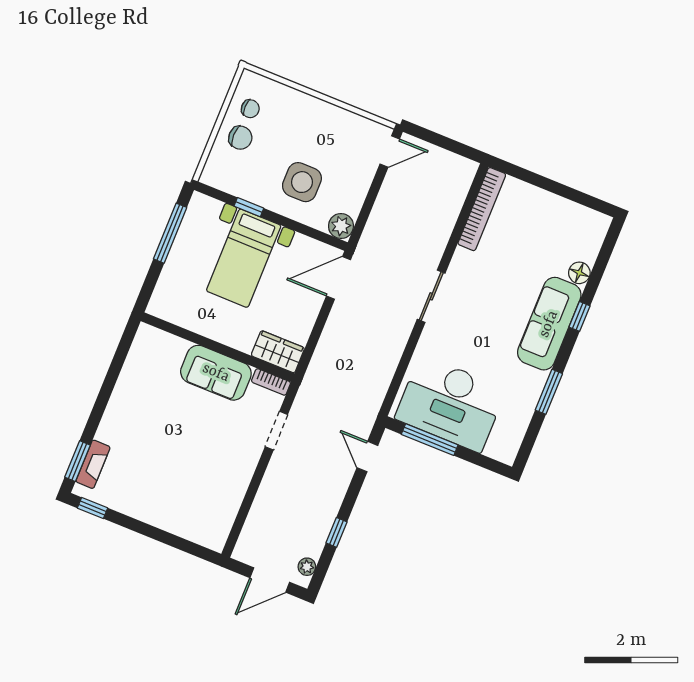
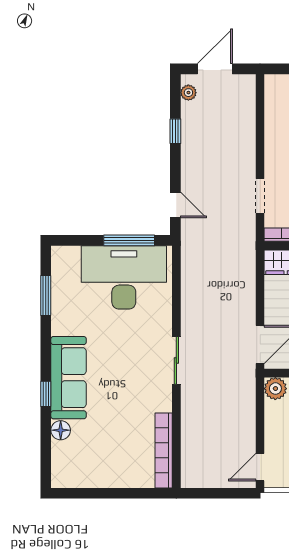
window: (549, 392) -> (46, 296), moved

